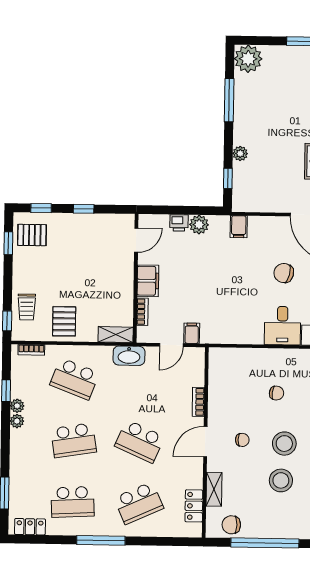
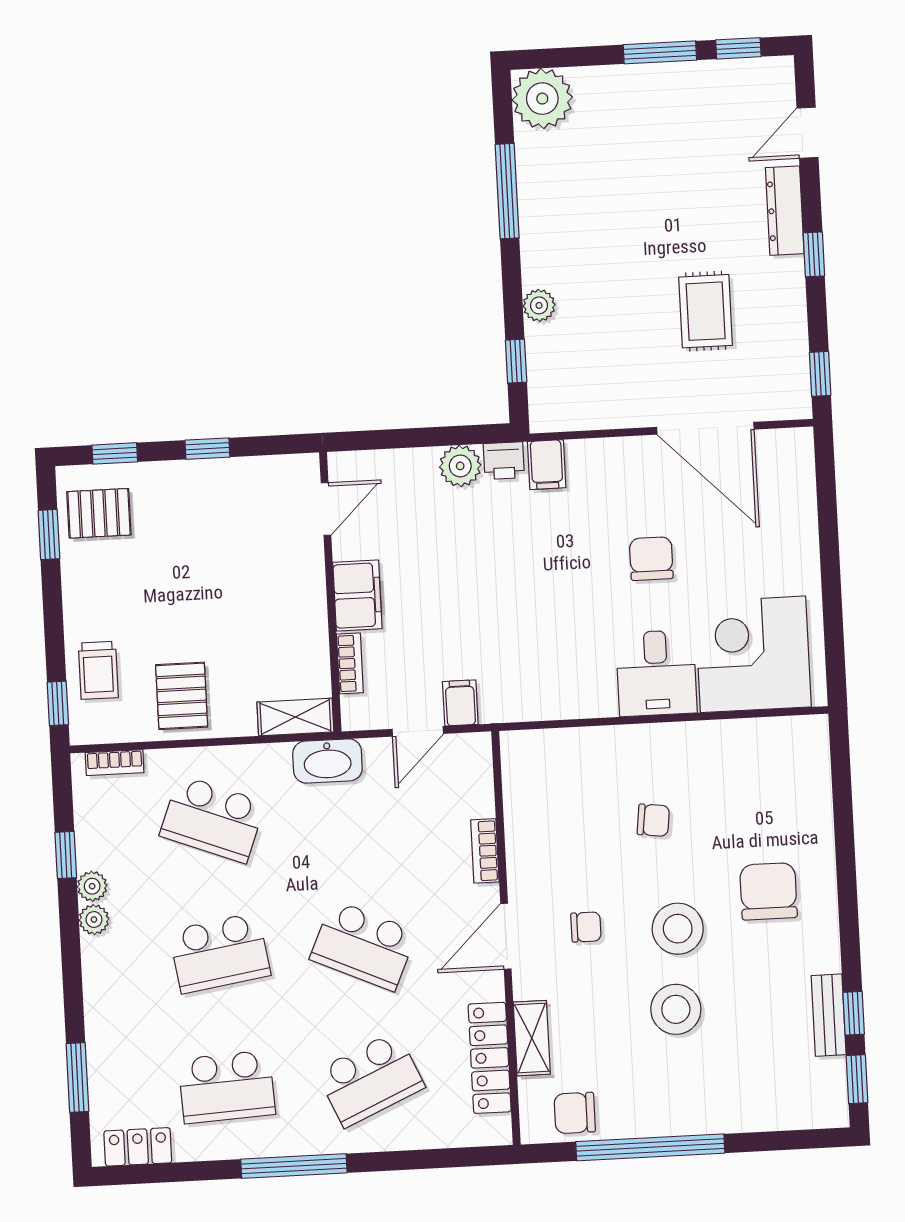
printer: (179, 223) -> (504, 461), moved
chair: (284, 273) -> (651, 559), turned 76
locker: (194, 506) -> (490, 1058), width x1.53

